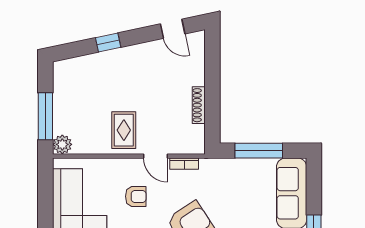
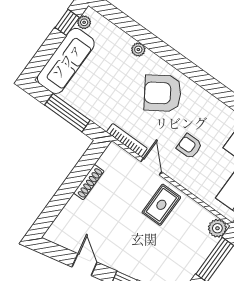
door: (173, 29) -> (85, 265), moved
bookcase: (184, 164) -> (127, 140), width x1.56

